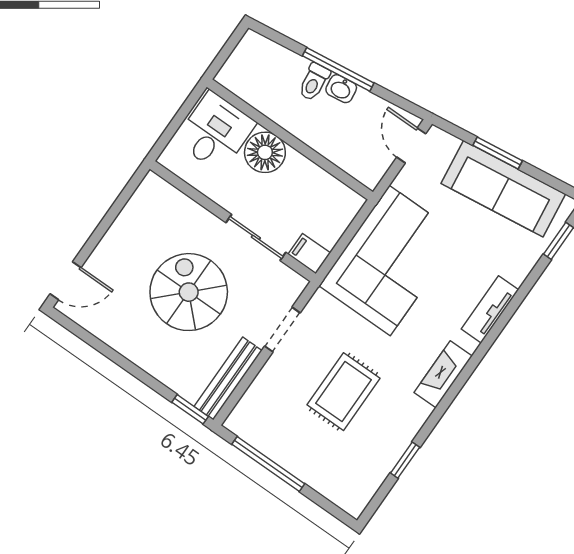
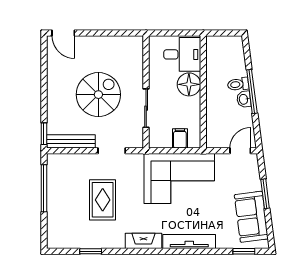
sofa: (503, 189) -> (251, 217), width x0.73
filing cabinet: (309, 254) -> (180, 138), moved
tv unit: (490, 309) -> (189, 241), width x1.41
rug: (343, 392) -> (103, 200), turned 90

